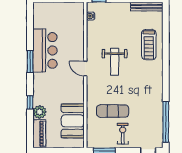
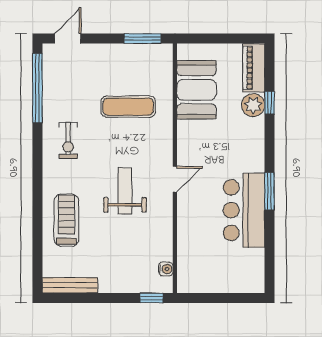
door: (85, 69) -> (175, 179), hinge flipped
window: (30, 102) -> (269, 103), moved
exercise bike: (123, 134) -> (68, 140), moved

